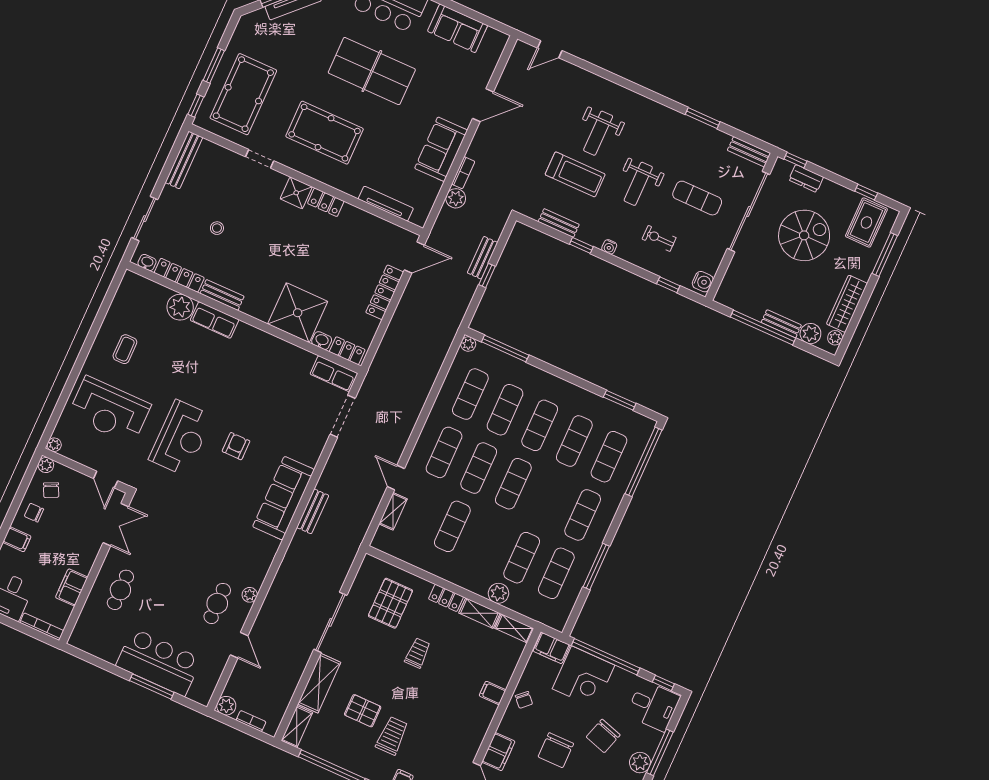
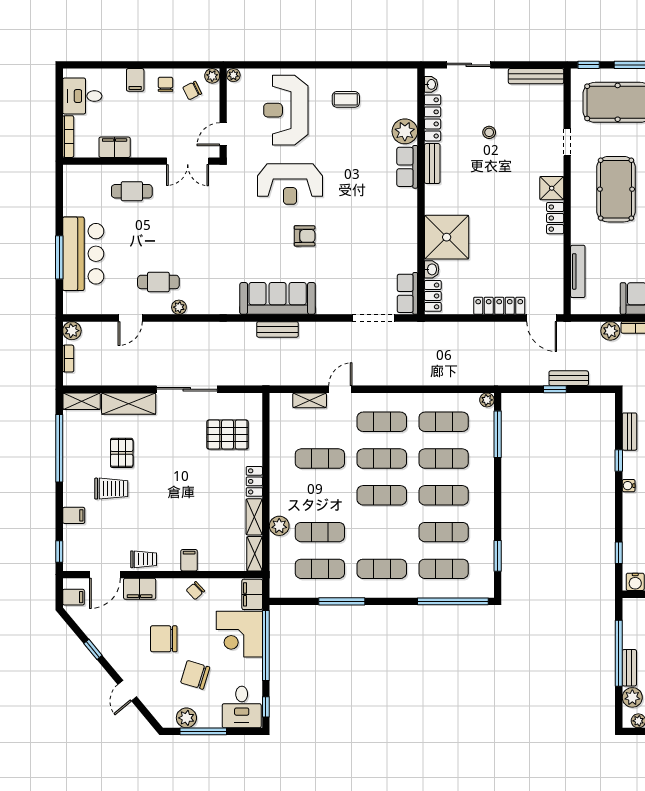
trolley: (418, 653) -> (144, 559), moved

